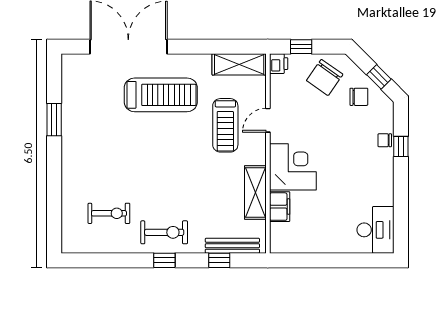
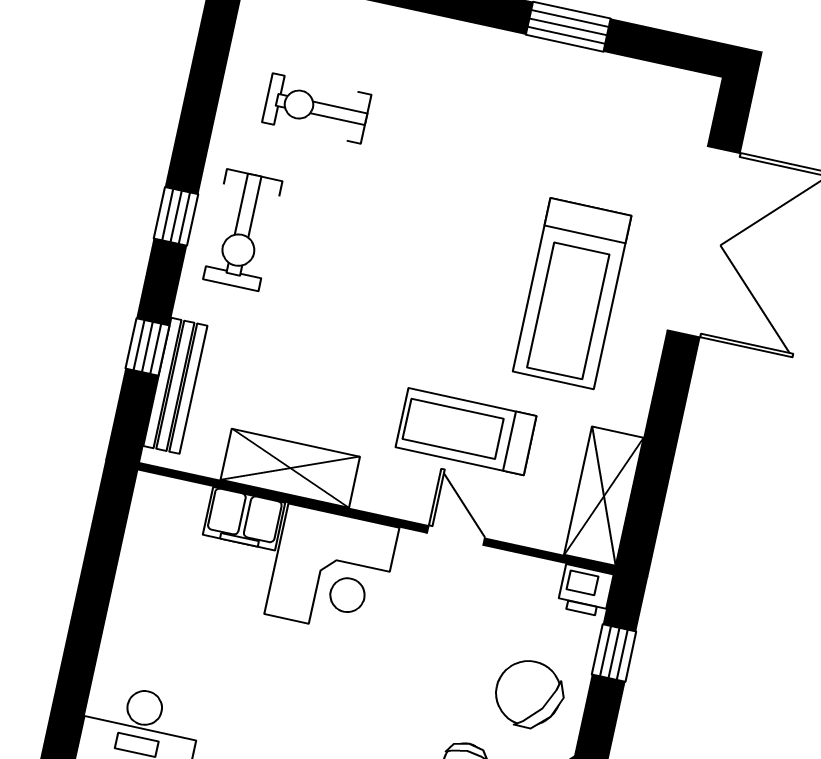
exercise bike: (109, 213) -> (317, 108), turned 90

